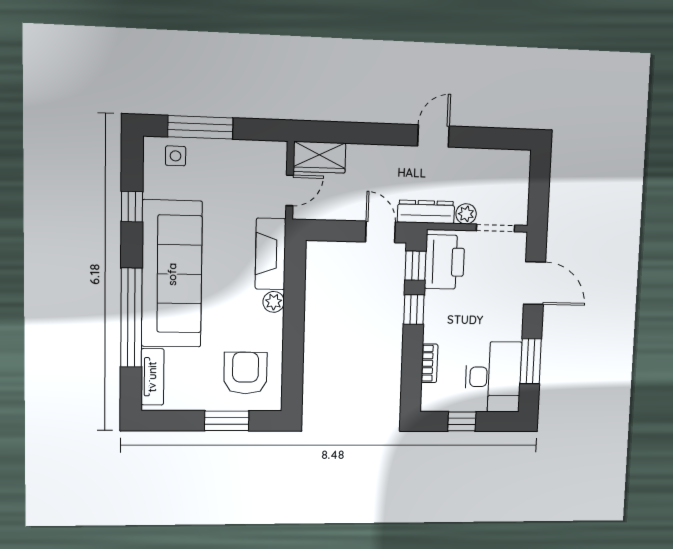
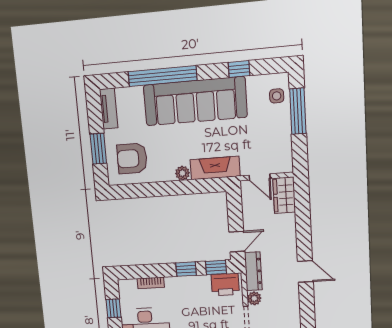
printer: (445, 262) -> (225, 284), width x0.73, depth x0.84
armchair: (245, 373) -> (132, 158), turned 180
tv unit: (152, 377) -> (109, 109), moved, turned -90

